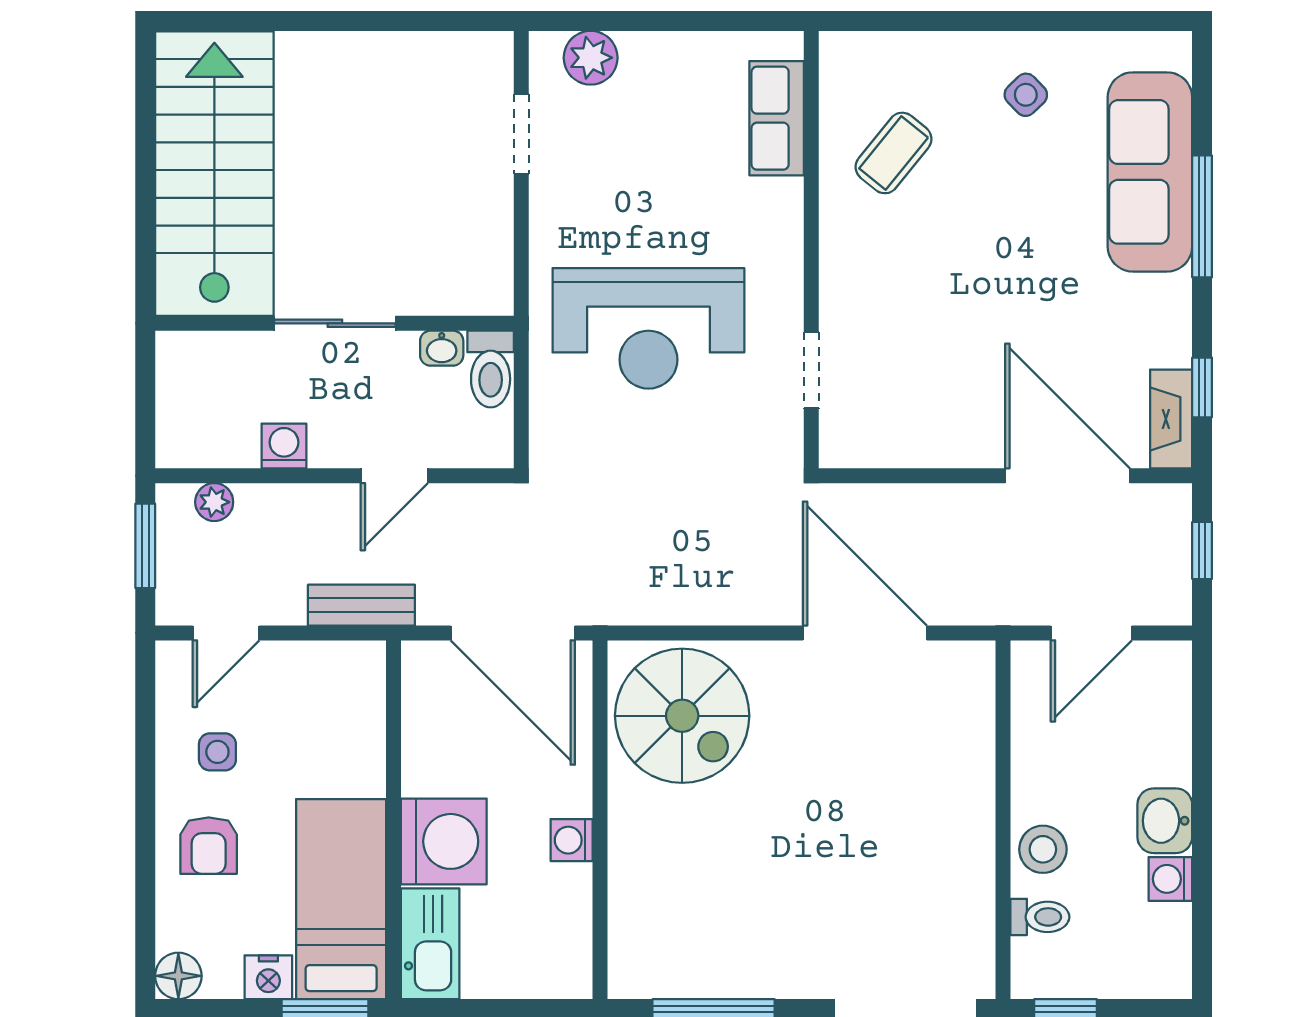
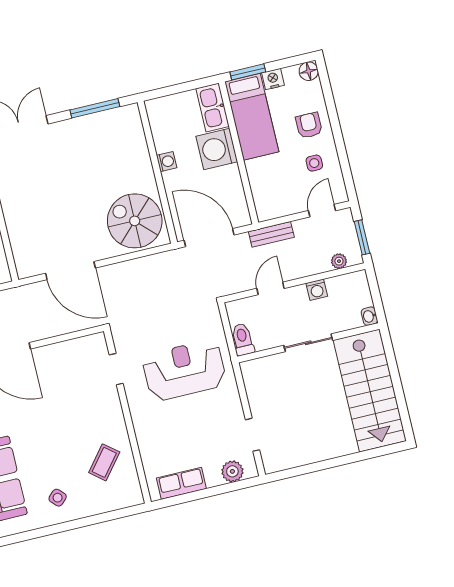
row of seats: (777, 118) -> (181, 483), moved, turned -90
washbasin: (442, 348) -> (369, 316), moved, turned -90

